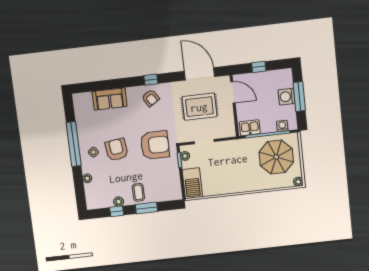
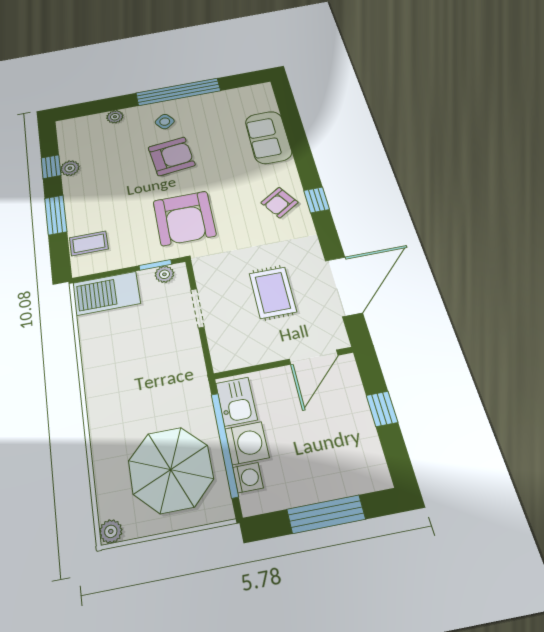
washing machine: (287, 97) -> (247, 443), moved, turned 90
rug: (199, 107) -> (273, 293), width x0.73, depth x0.70
coffee table: (138, 192) -> (89, 243), moved

